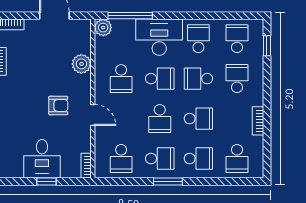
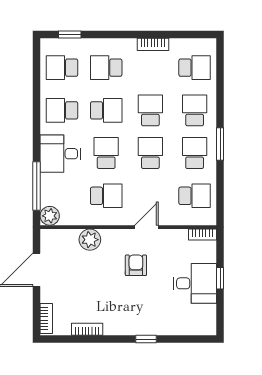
desk: (159, 37) -> (60, 154), width x0.73
school desk: (198, 79) -> (106, 110), turned -90
school desk: (160, 119) -> (150, 153), turned -90

